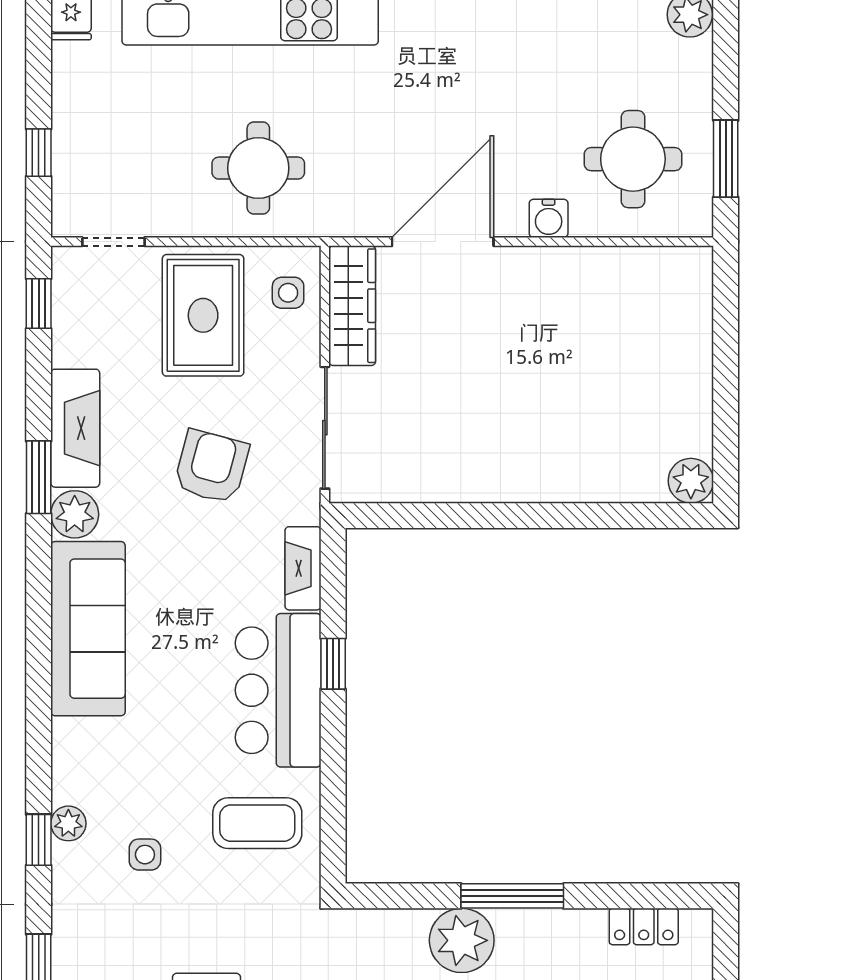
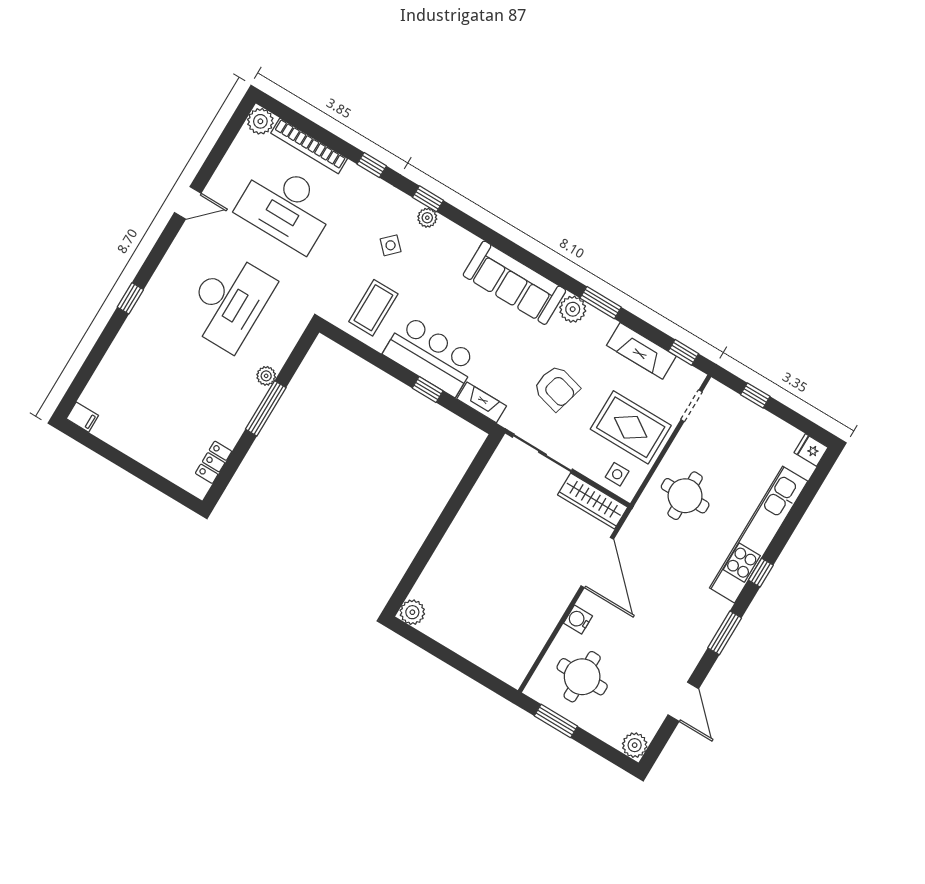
fireplace: (75, 428) -> (641, 351), moved
side table: (145, 855) -> (391, 245), turned 45
plant: (462, 940) -> (266, 376), width x0.53, depth x0.53

